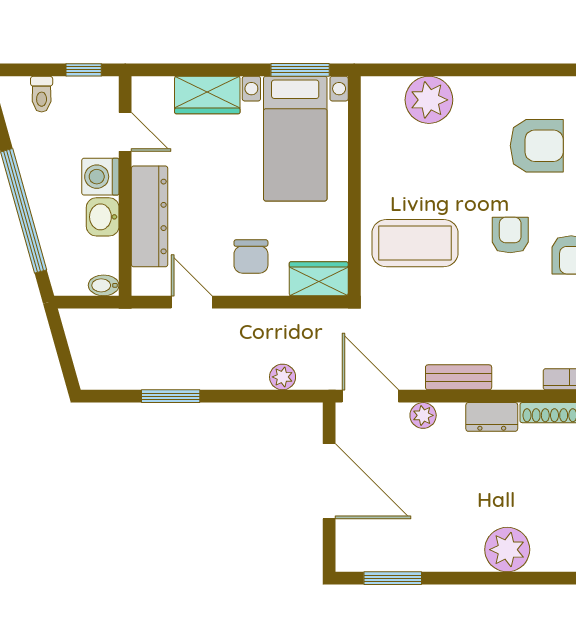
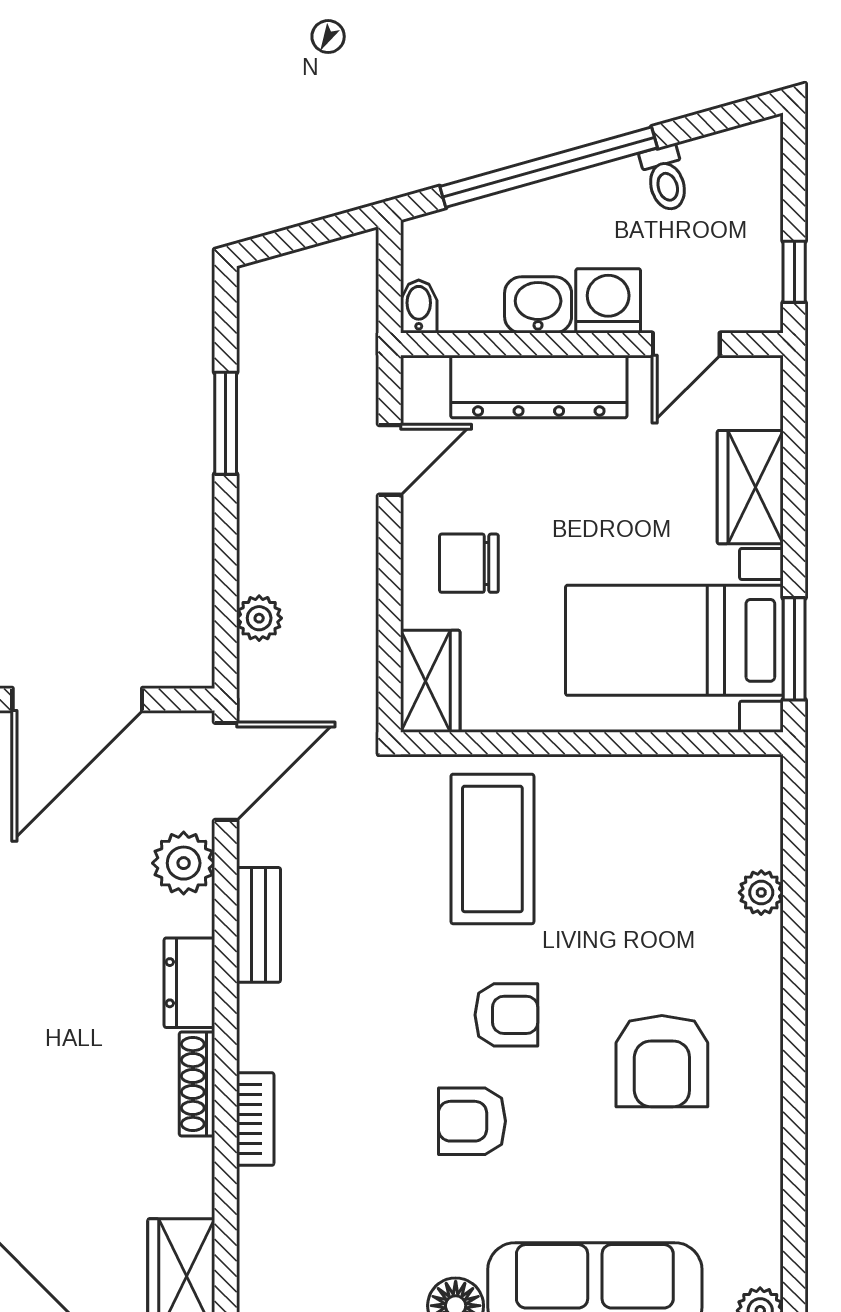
toilet: (42, 94) -> (665, 178), moved, turned -106
plant: (429, 100) -> (761, 893), width x0.53, depth x0.53
plant: (423, 415) -> (184, 863), width x1.38, depth x1.38

